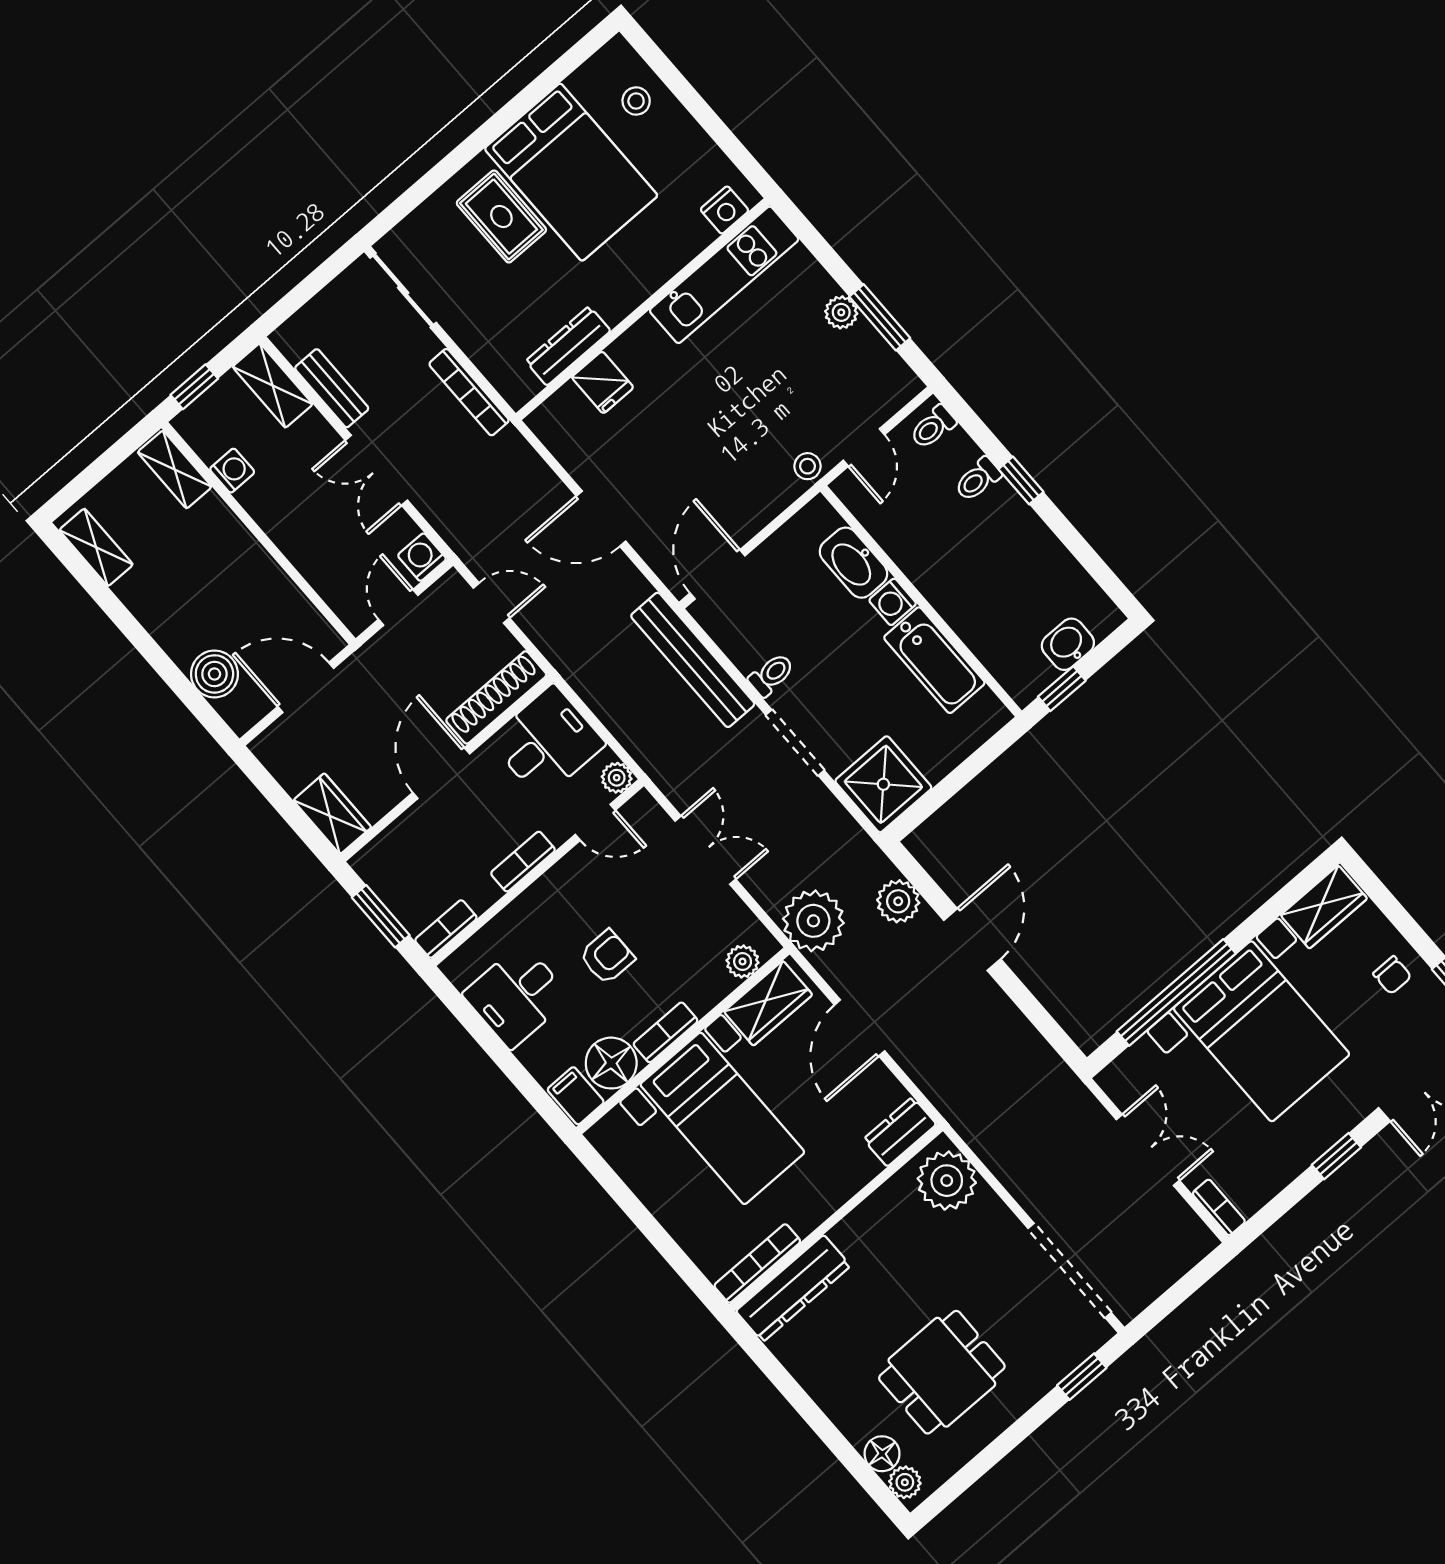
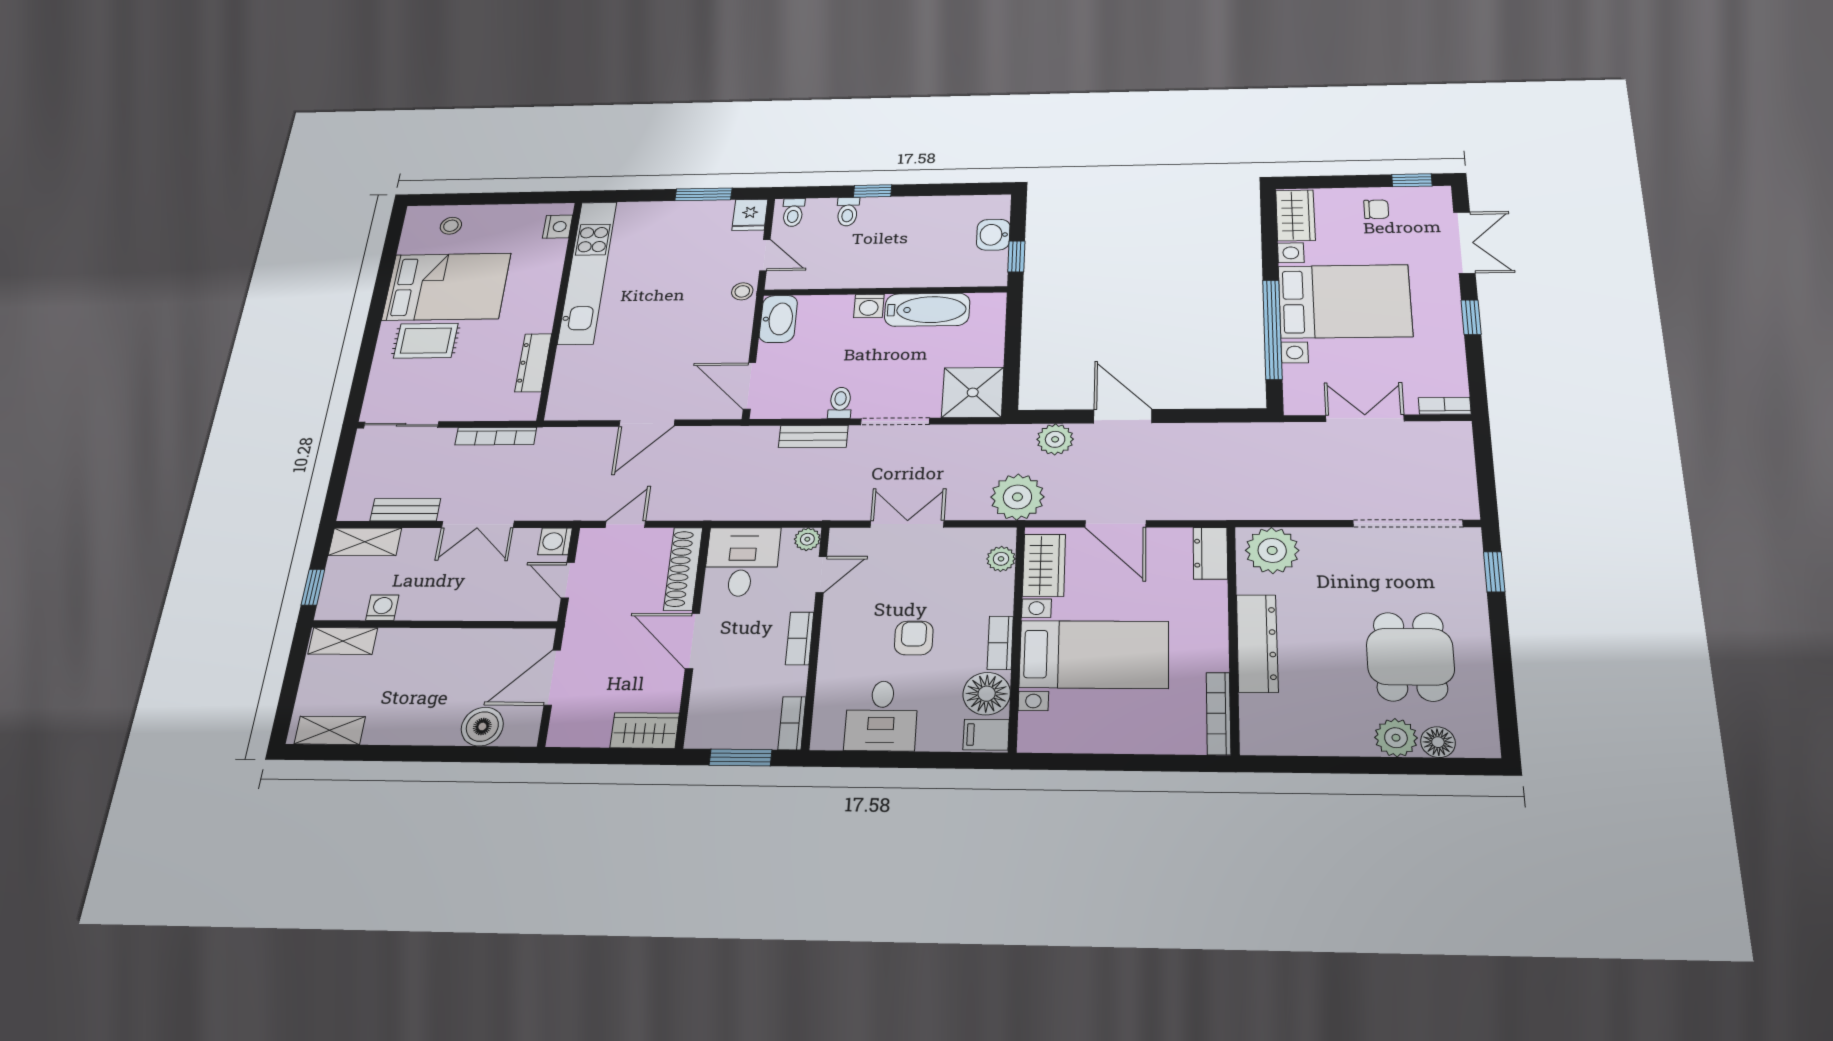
kitchen unit: (724, 275) -> (587, 272), width x1.36
plant: (841, 312) -> (679, 211), removed
fridge: (603, 382) -> (750, 215), moved, turned 90
washbasin: (853, 563) -> (778, 319), moved, turned -90
bench: (693, 660) -> (813, 436), width x0.54, depth x0.82
dresser: (793, 1288) -> (1257, 643), moved
plant: (905, 1482) -> (1396, 738), moved, width x1.38, depth x1.38

